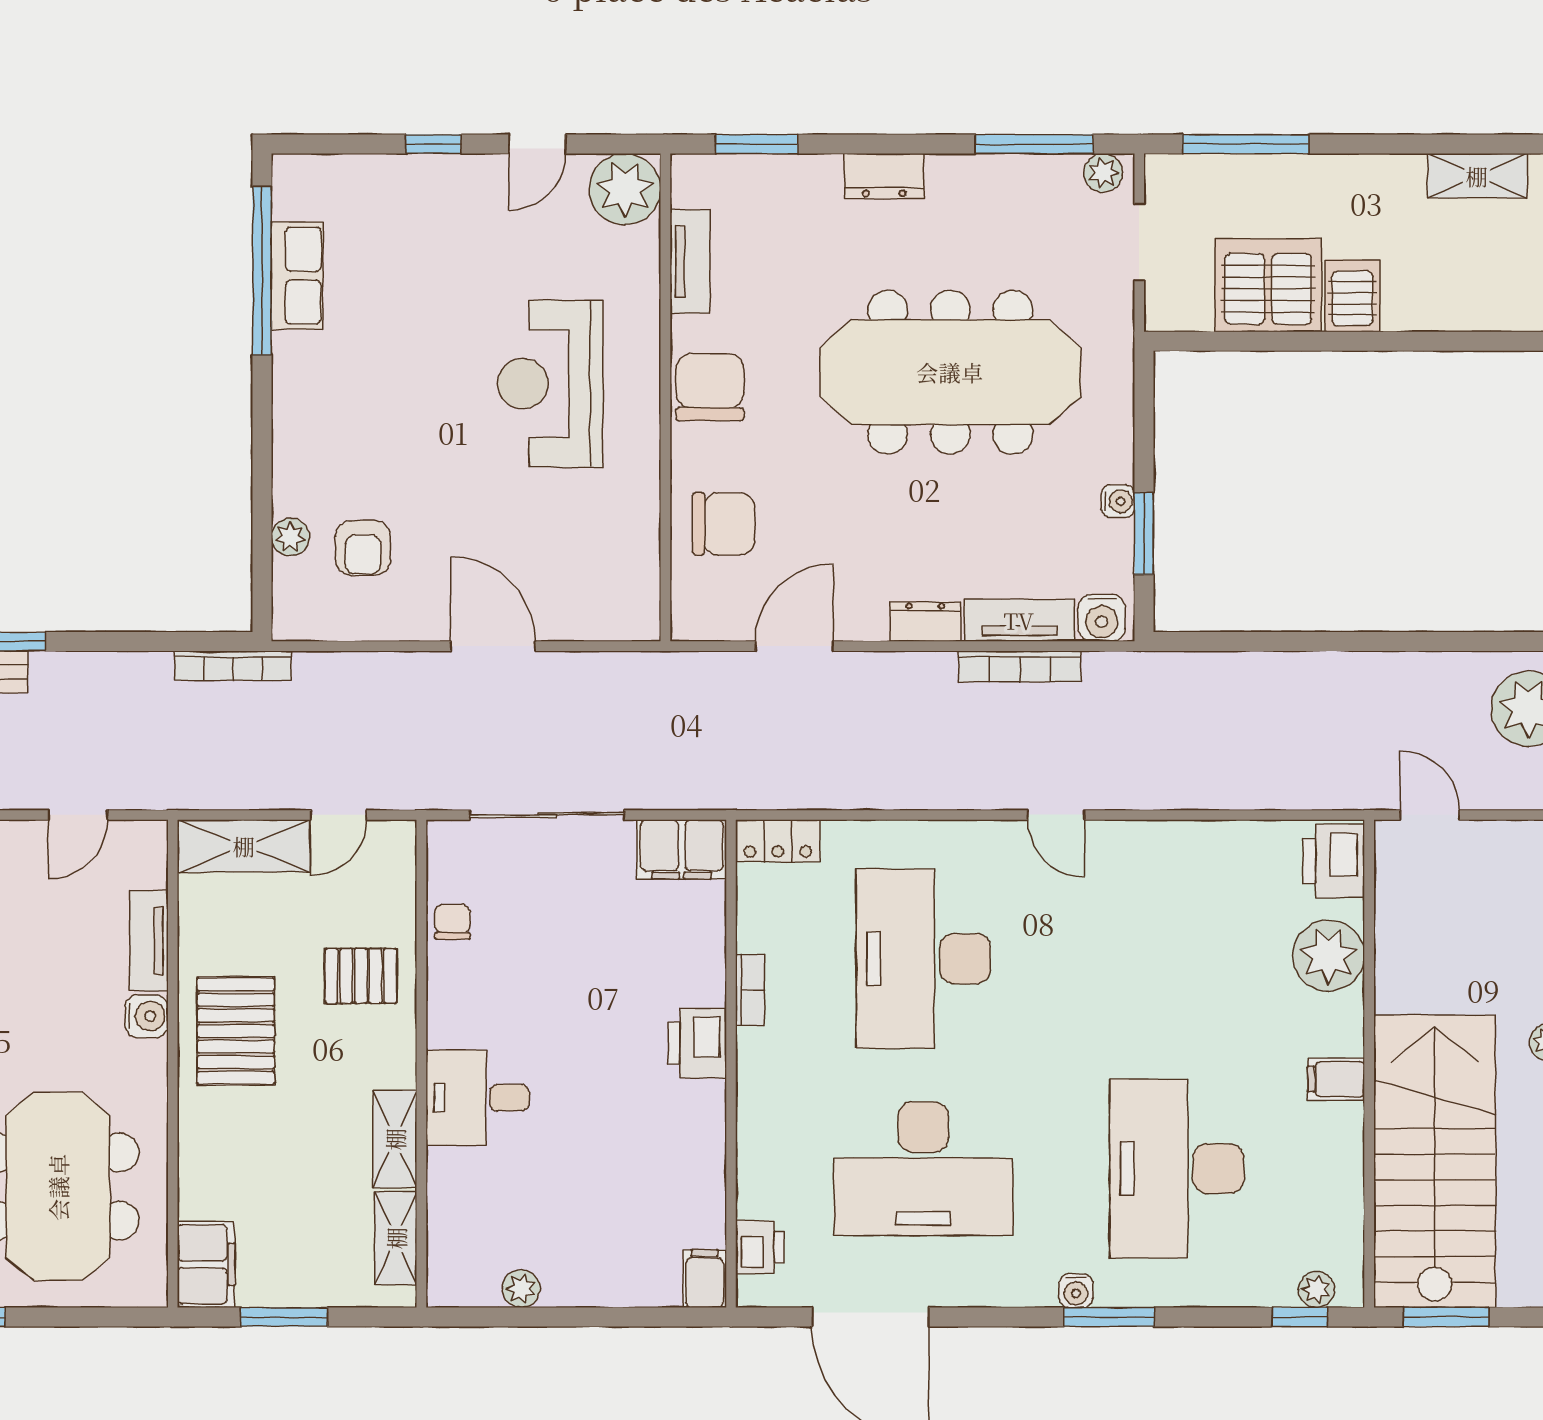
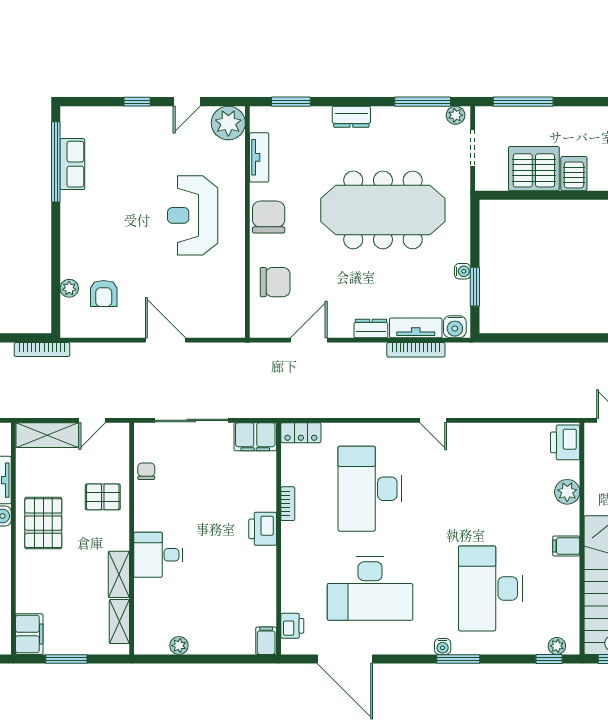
plant: (1329, 956) -> (567, 492), width x0.73, depth x0.73

